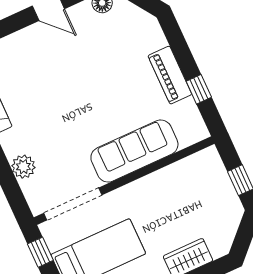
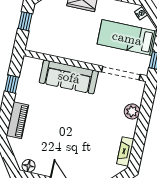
piano: (170, 75) -> (17, 120), moved

